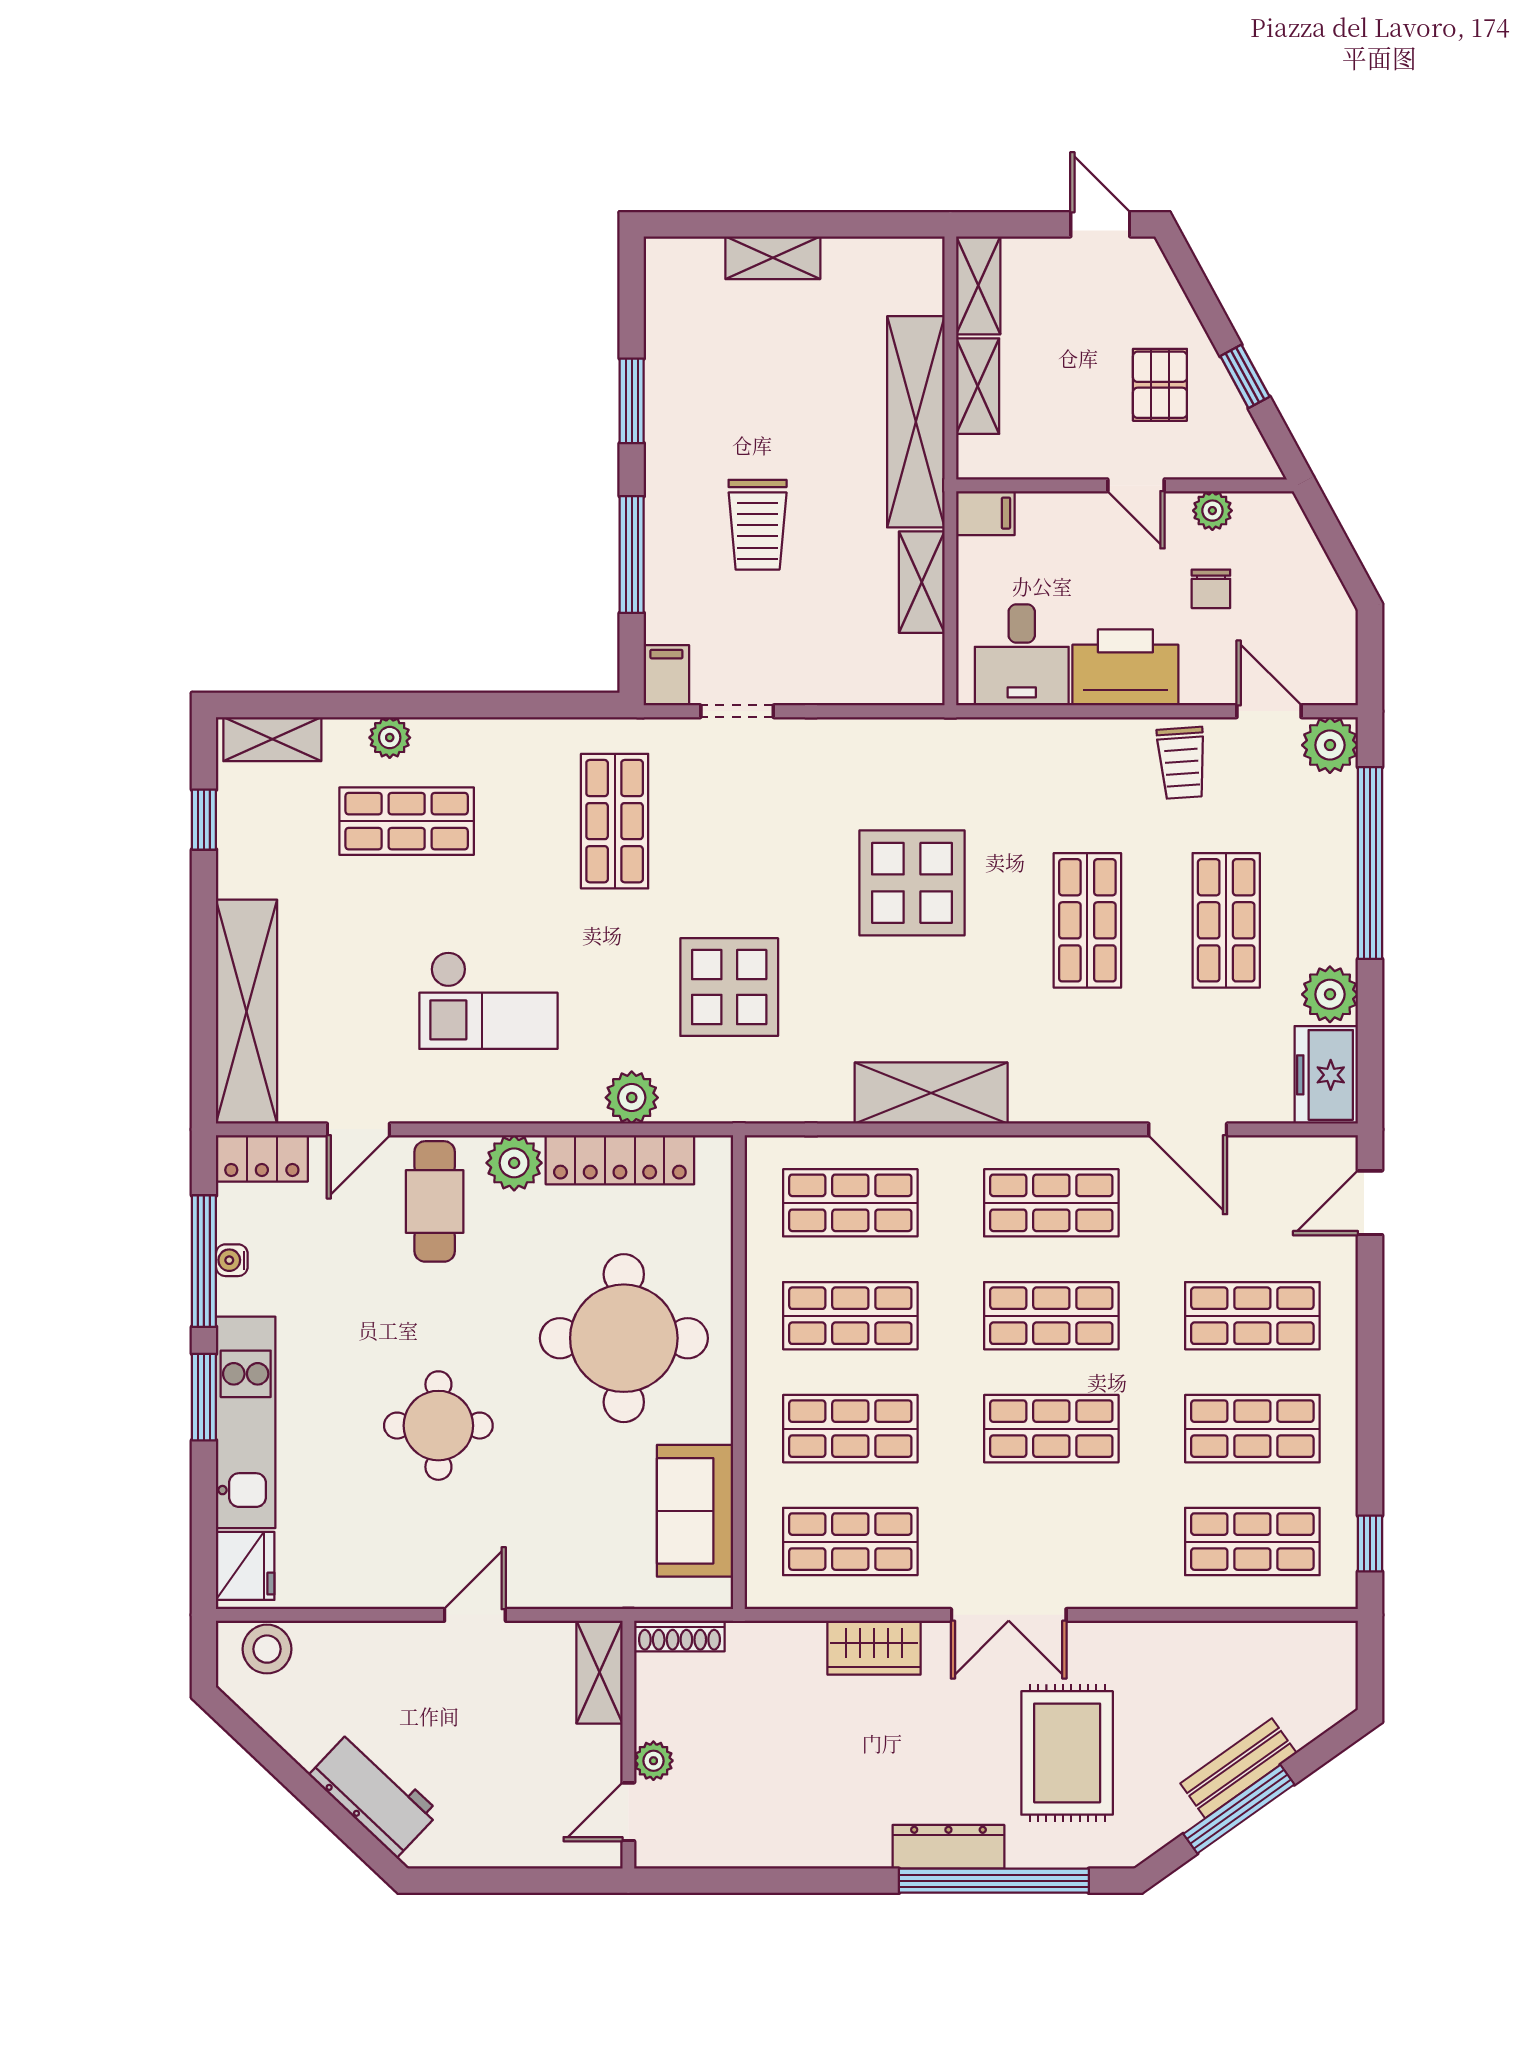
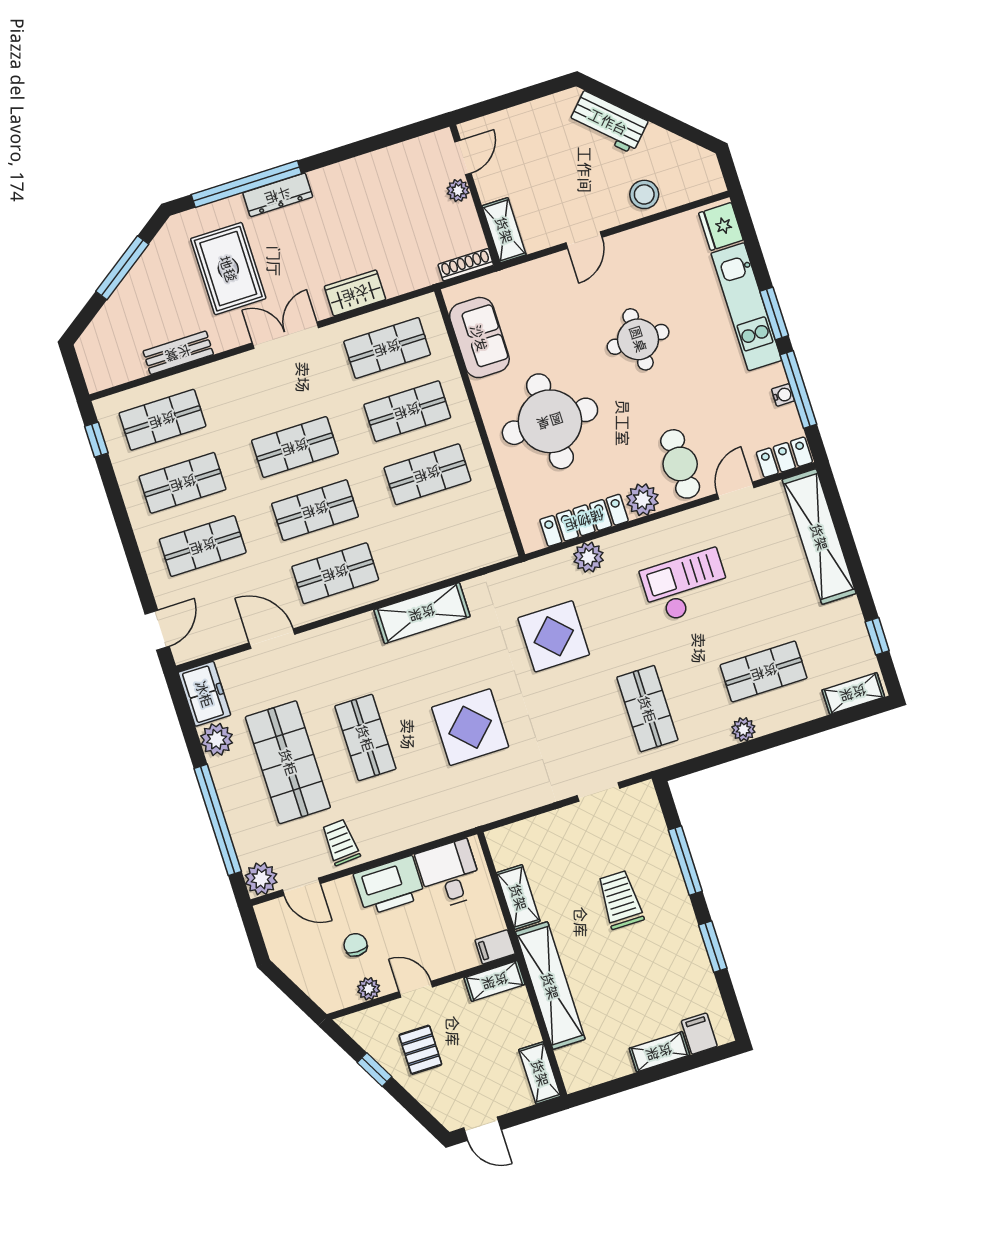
shelving: (978, 386) -> (495, 981), moved, turned 90
filing cabinet: (666, 675) -> (699, 1034), moved, turned 180
plant: (390, 738) -> (743, 729), moved
shop shelf: (1226, 920) -> (288, 762), width x1.43, depth x1.36
shop shelf: (850, 1203) -> (448, 537), removed
stool: (267, 1649) -> (644, 194), moved
bench: (1238, 1768) -> (178, 353), moved, turned 35

